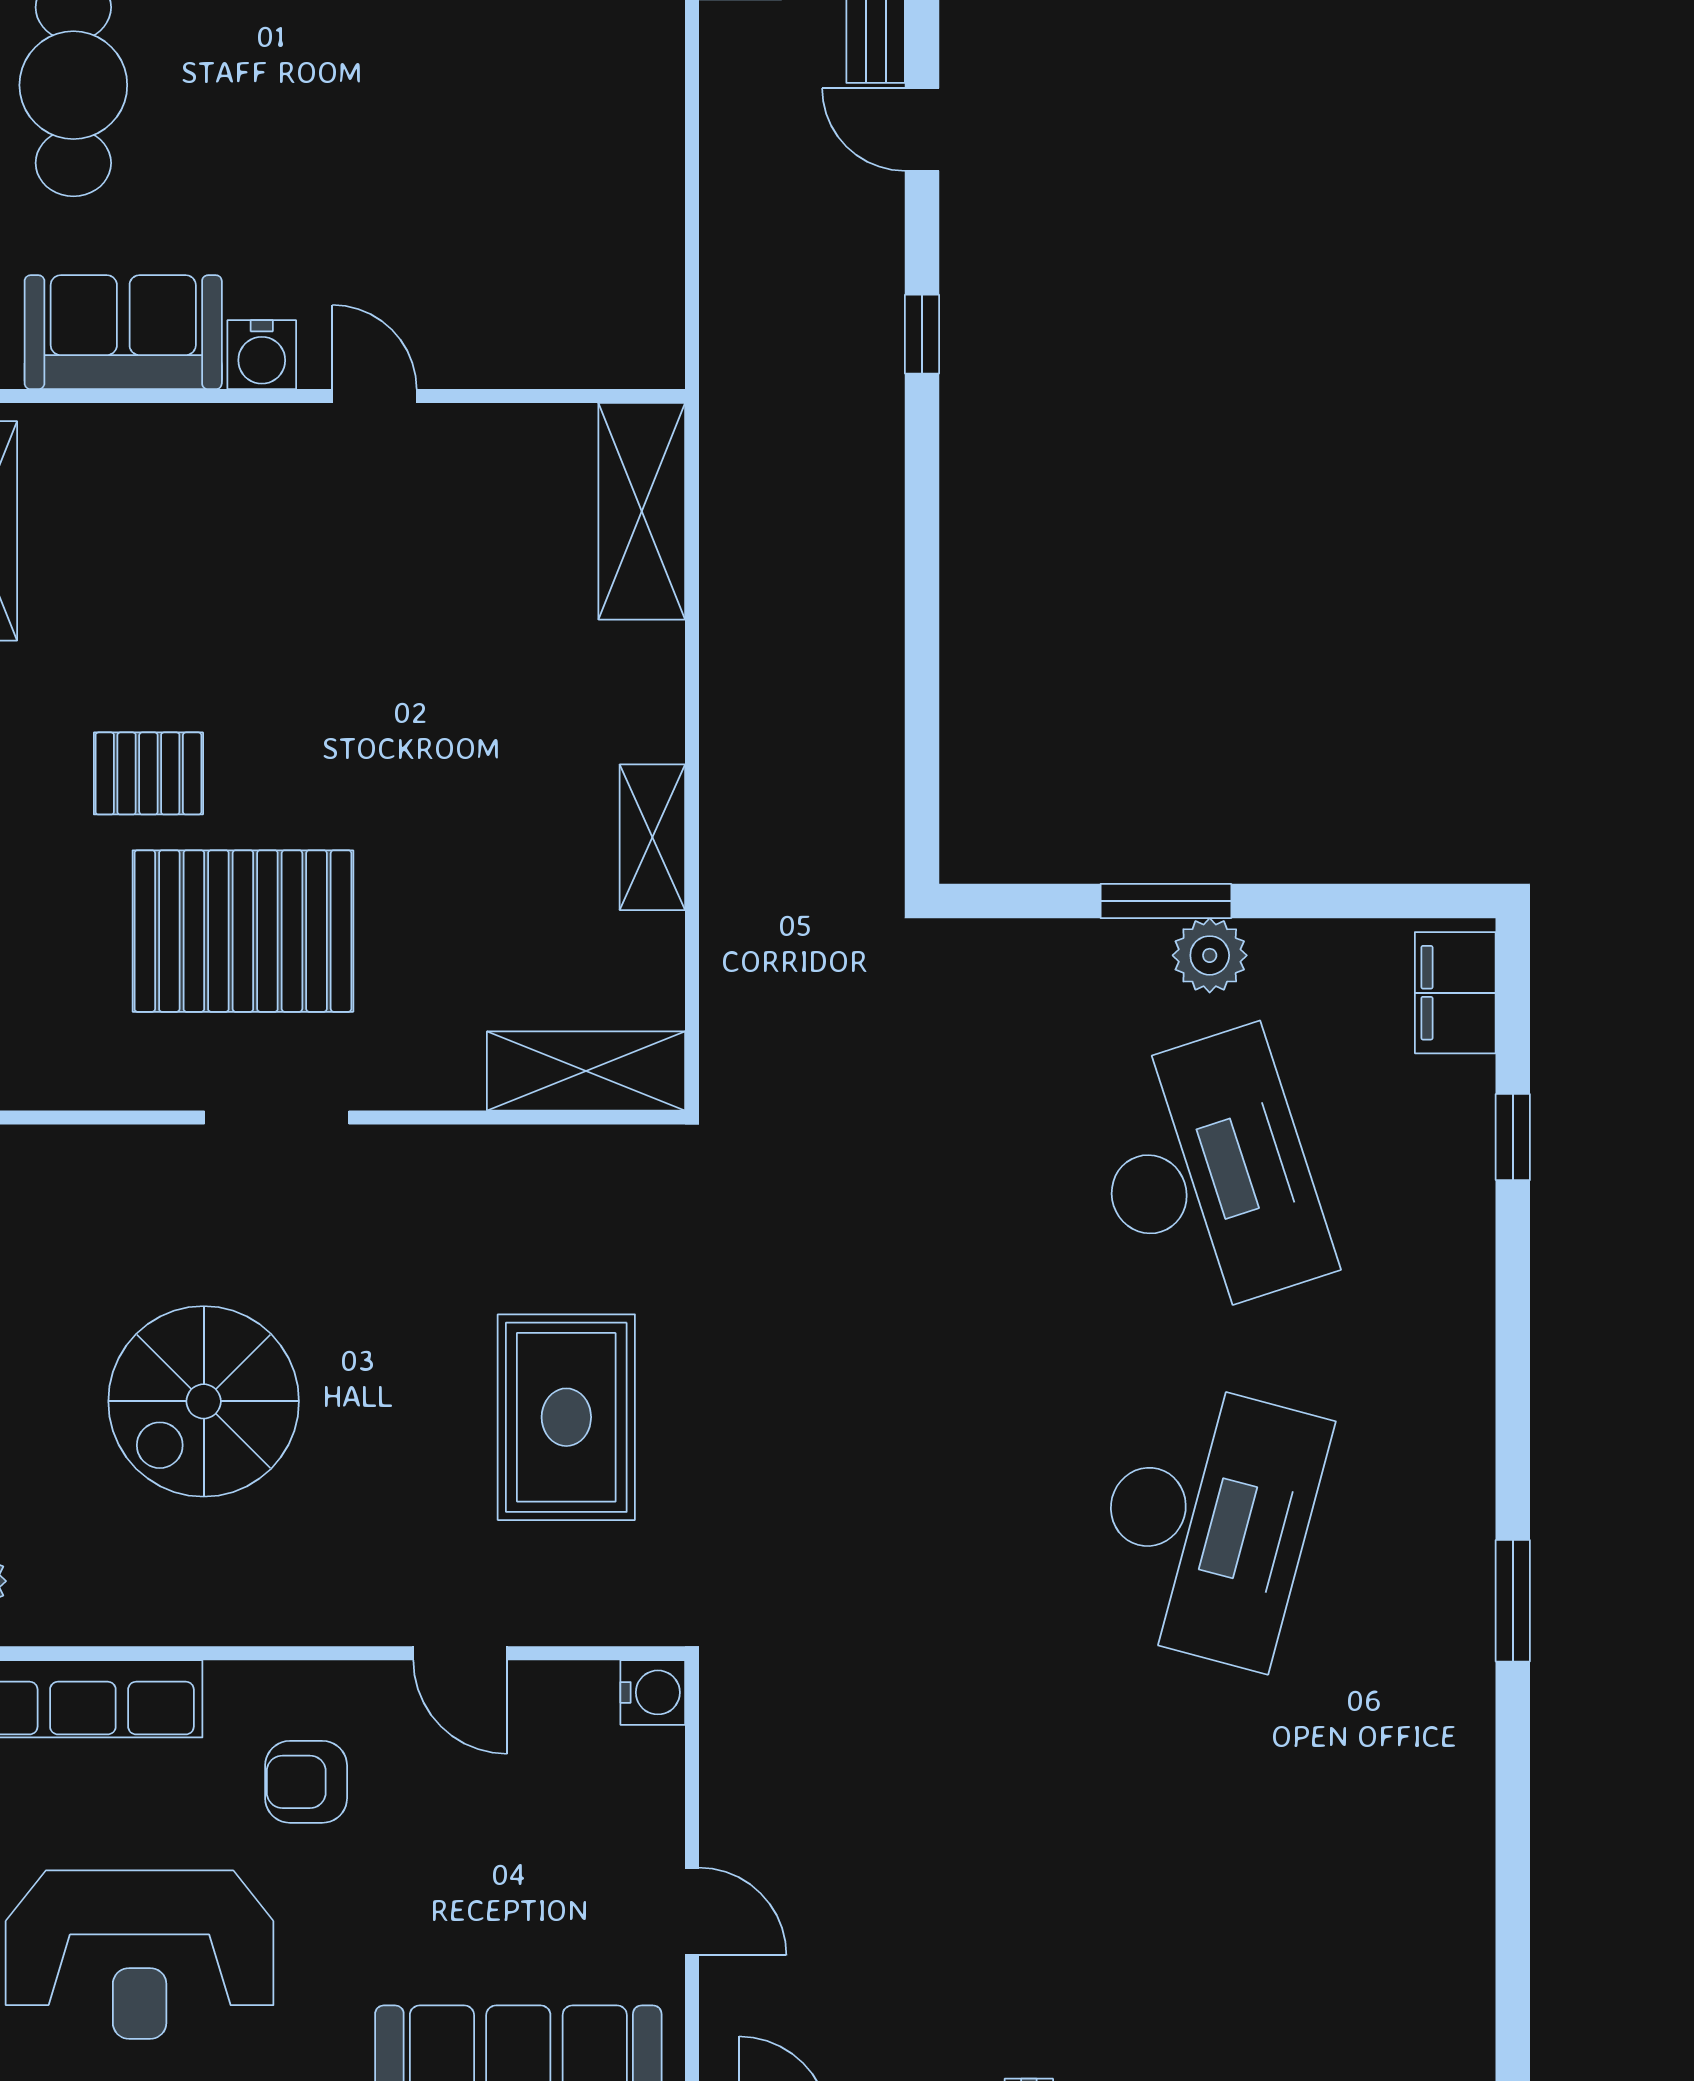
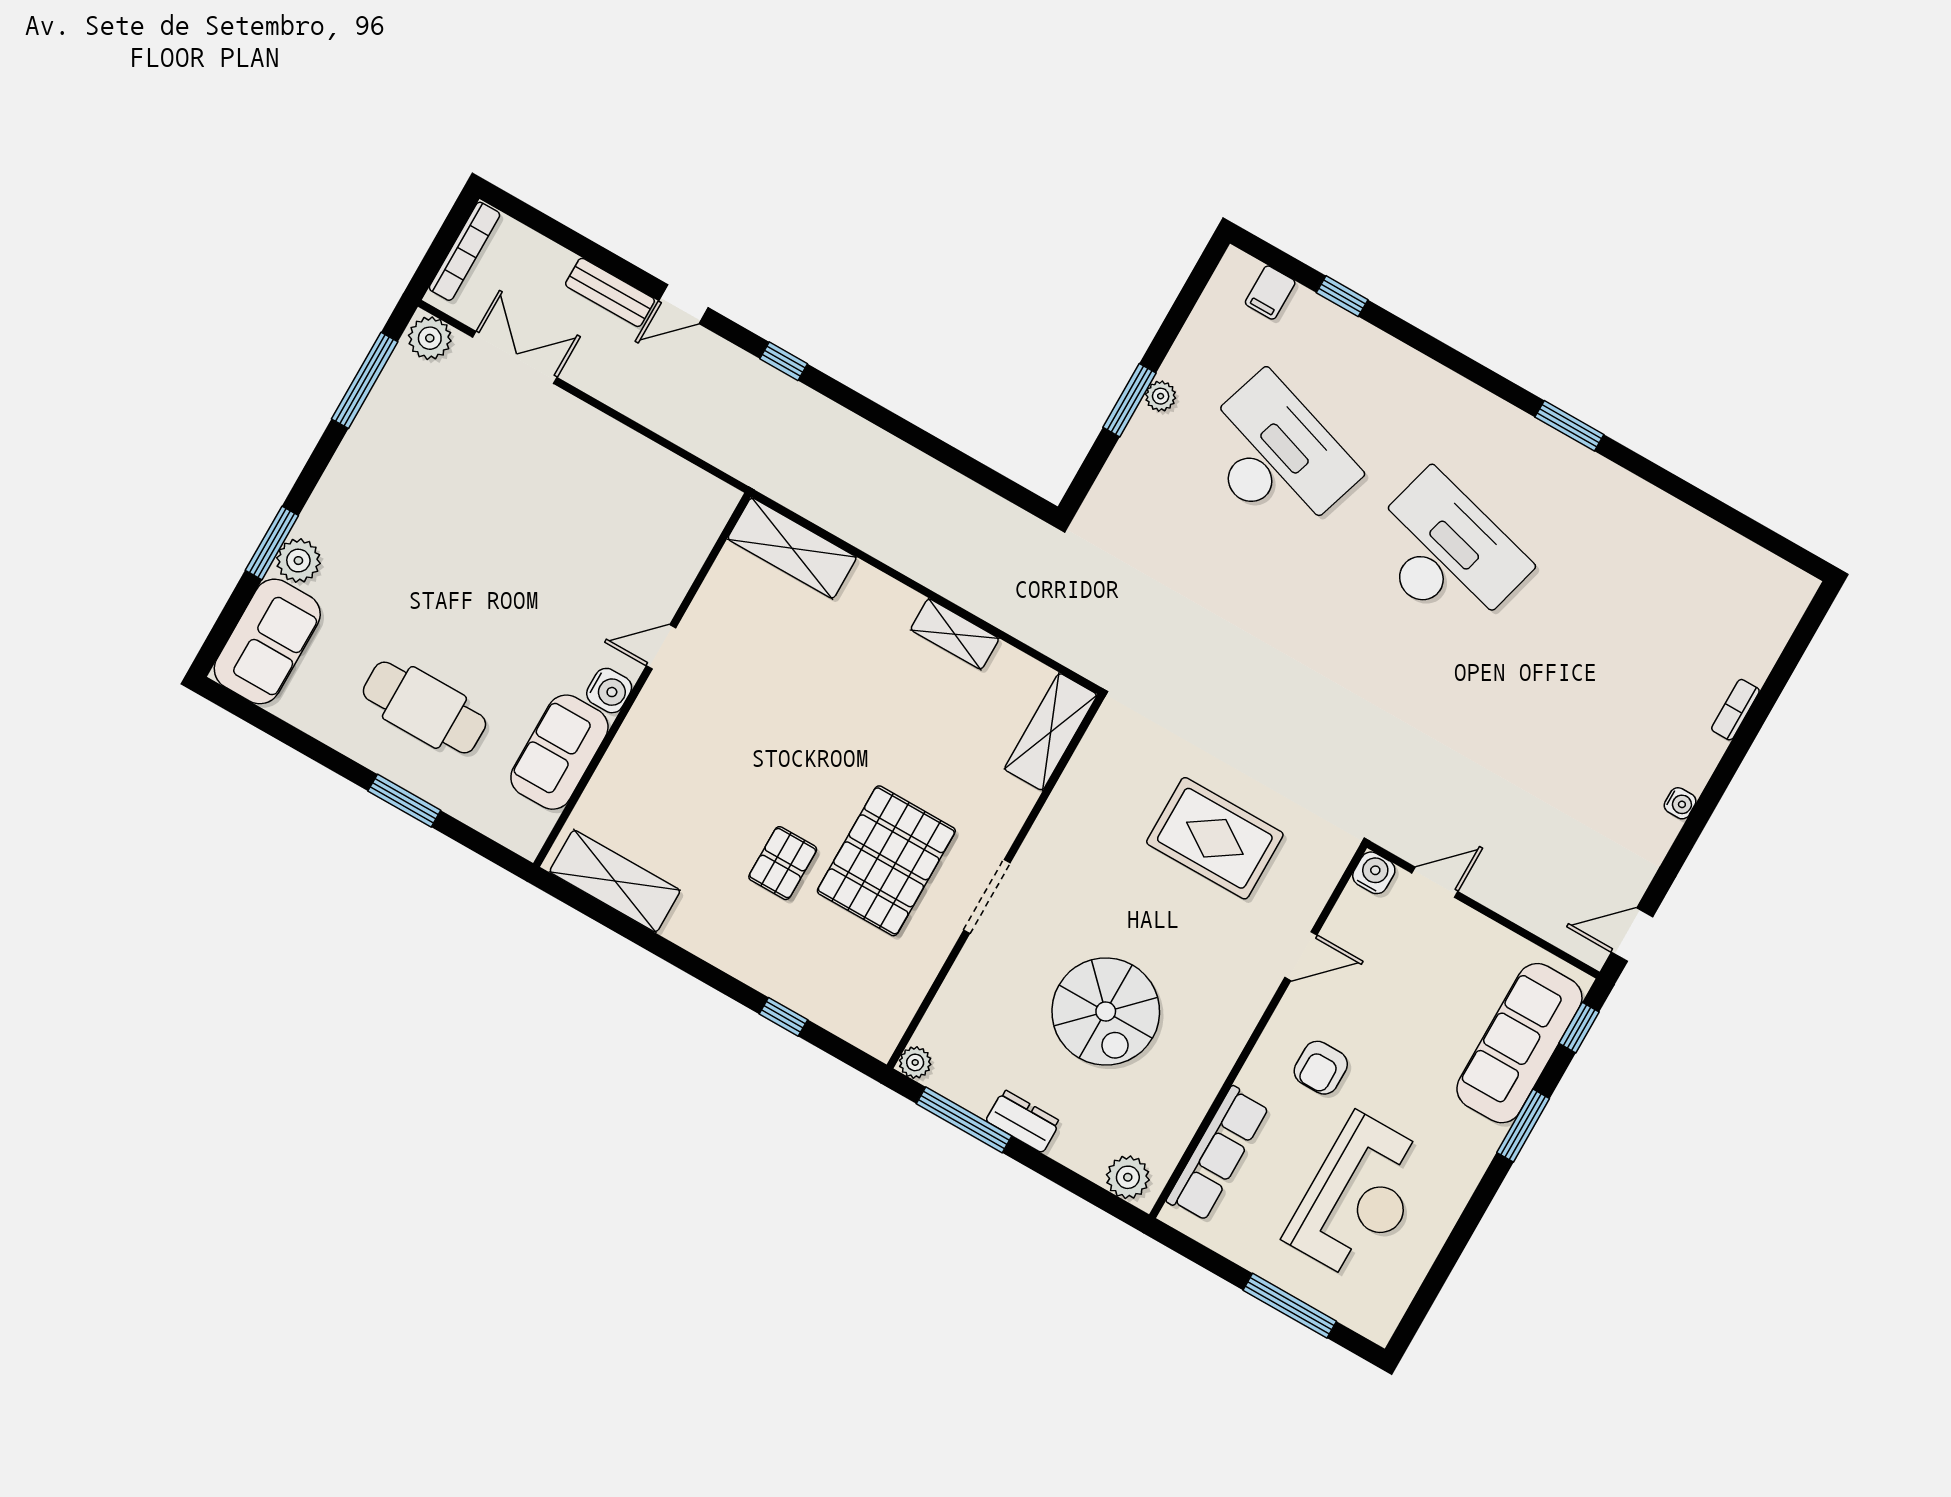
plant: (1210, 955) -> (1161, 396), width x0.73, depth x0.73
filing cabinet: (1455, 993) -> (1270, 293), width x0.50
desk: (1207, 1175) -> (1275, 457), turned 36
door: (692, 1911) -> (1435, 882), moved

